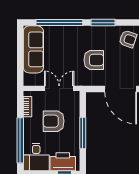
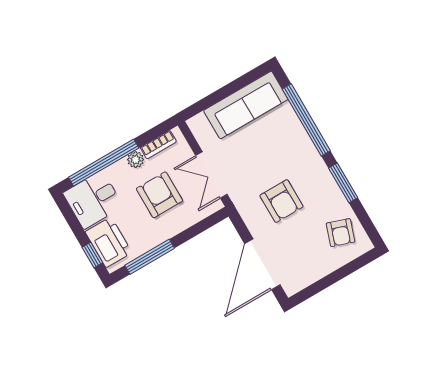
double door: (59, 88) -> (211, 175), swing flipped
plant: (28, 123) -> (136, 160), added
window: (83, 133) -> (150, 257), moved

